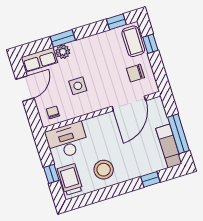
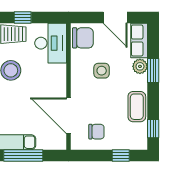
coffee table: (133, 41) -> (137, 107), moved, turned 90
chair: (135, 73) -> (96, 132), turned 90
chair: (53, 112) -> (83, 38), width x1.87, depth x1.87

